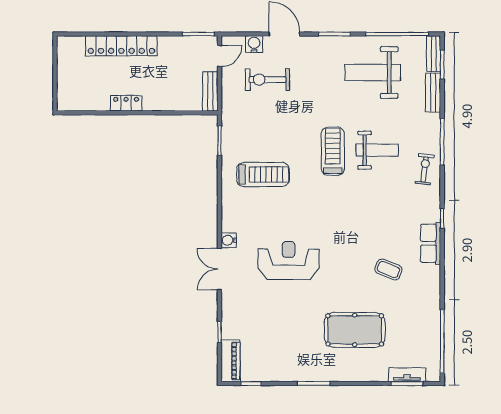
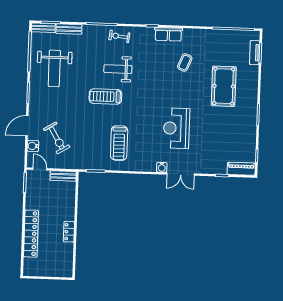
exercise bike: (267, 80) -> (57, 138), turned -31
weight bench: (377, 150) -> (118, 69), moved, turned -90
treadmill: (263, 174) -> (119, 143), turned 180

